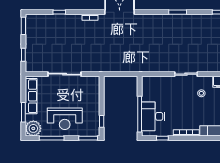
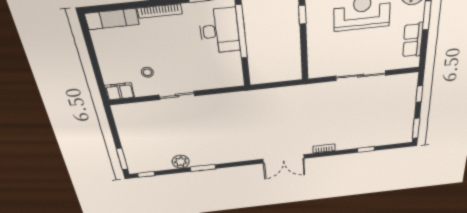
plant: (192, 20) -> (181, 162), added
row of seats: (31, 96) -> (413, 40), width x0.68

